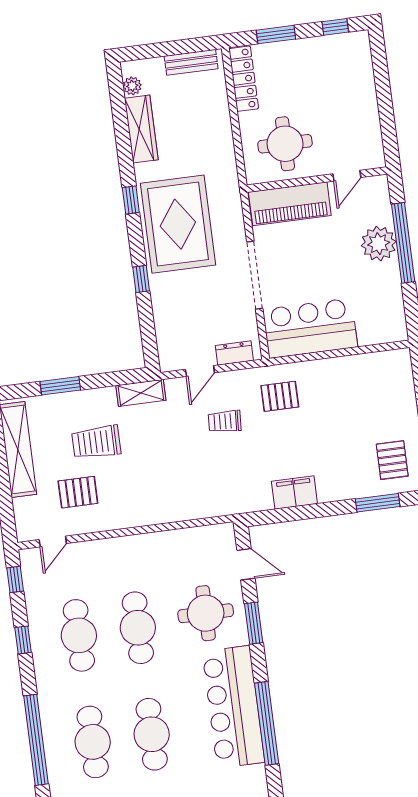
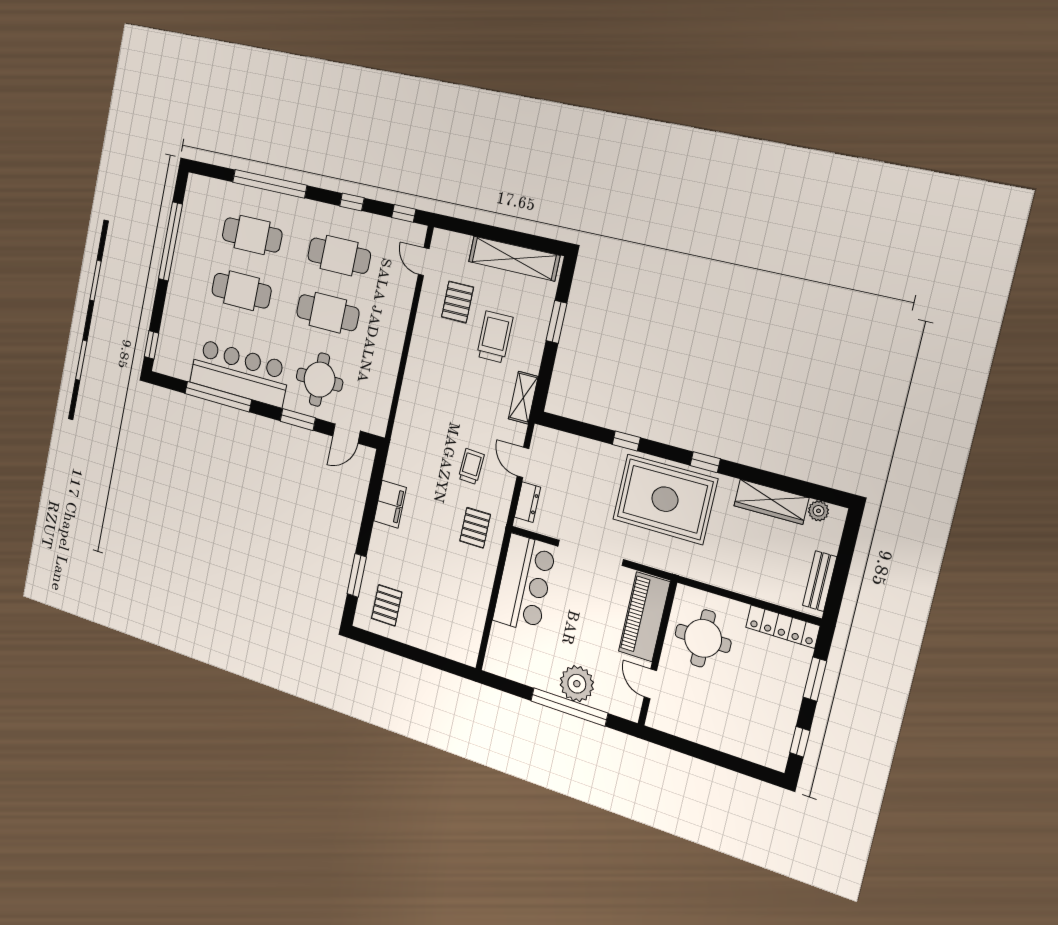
pallet: (392, 460) -> (387, 605), turned 90

